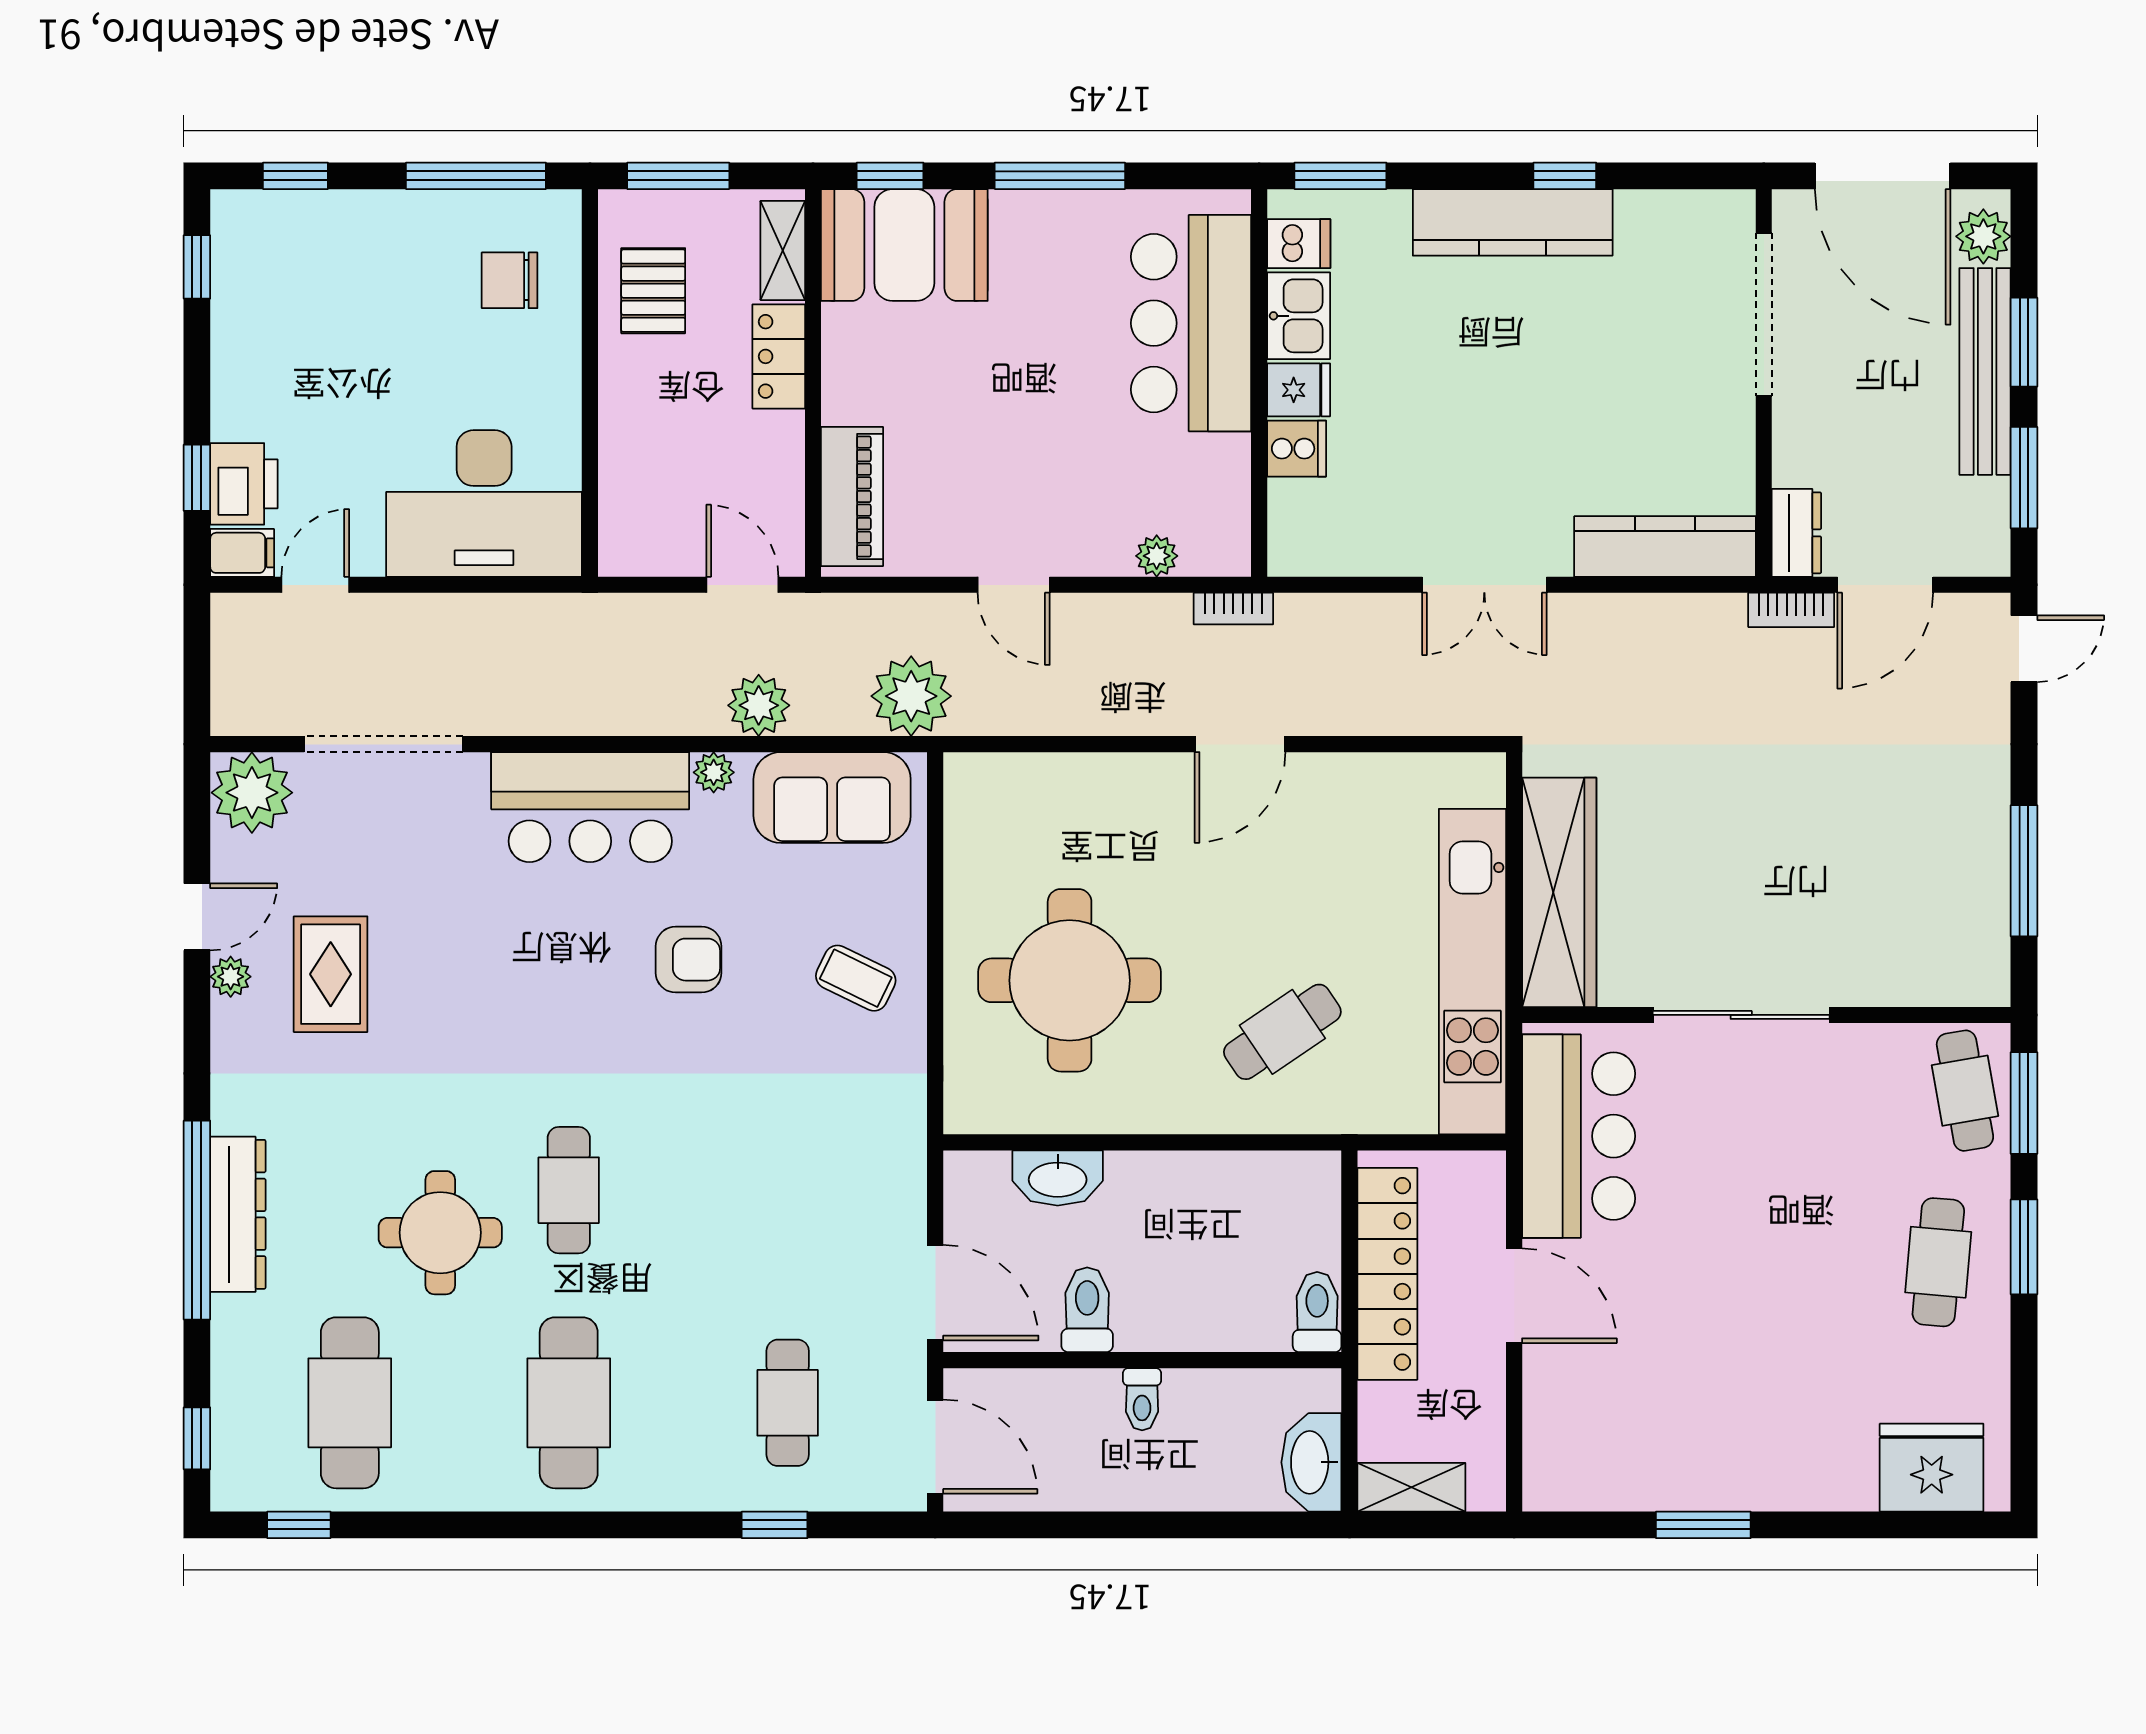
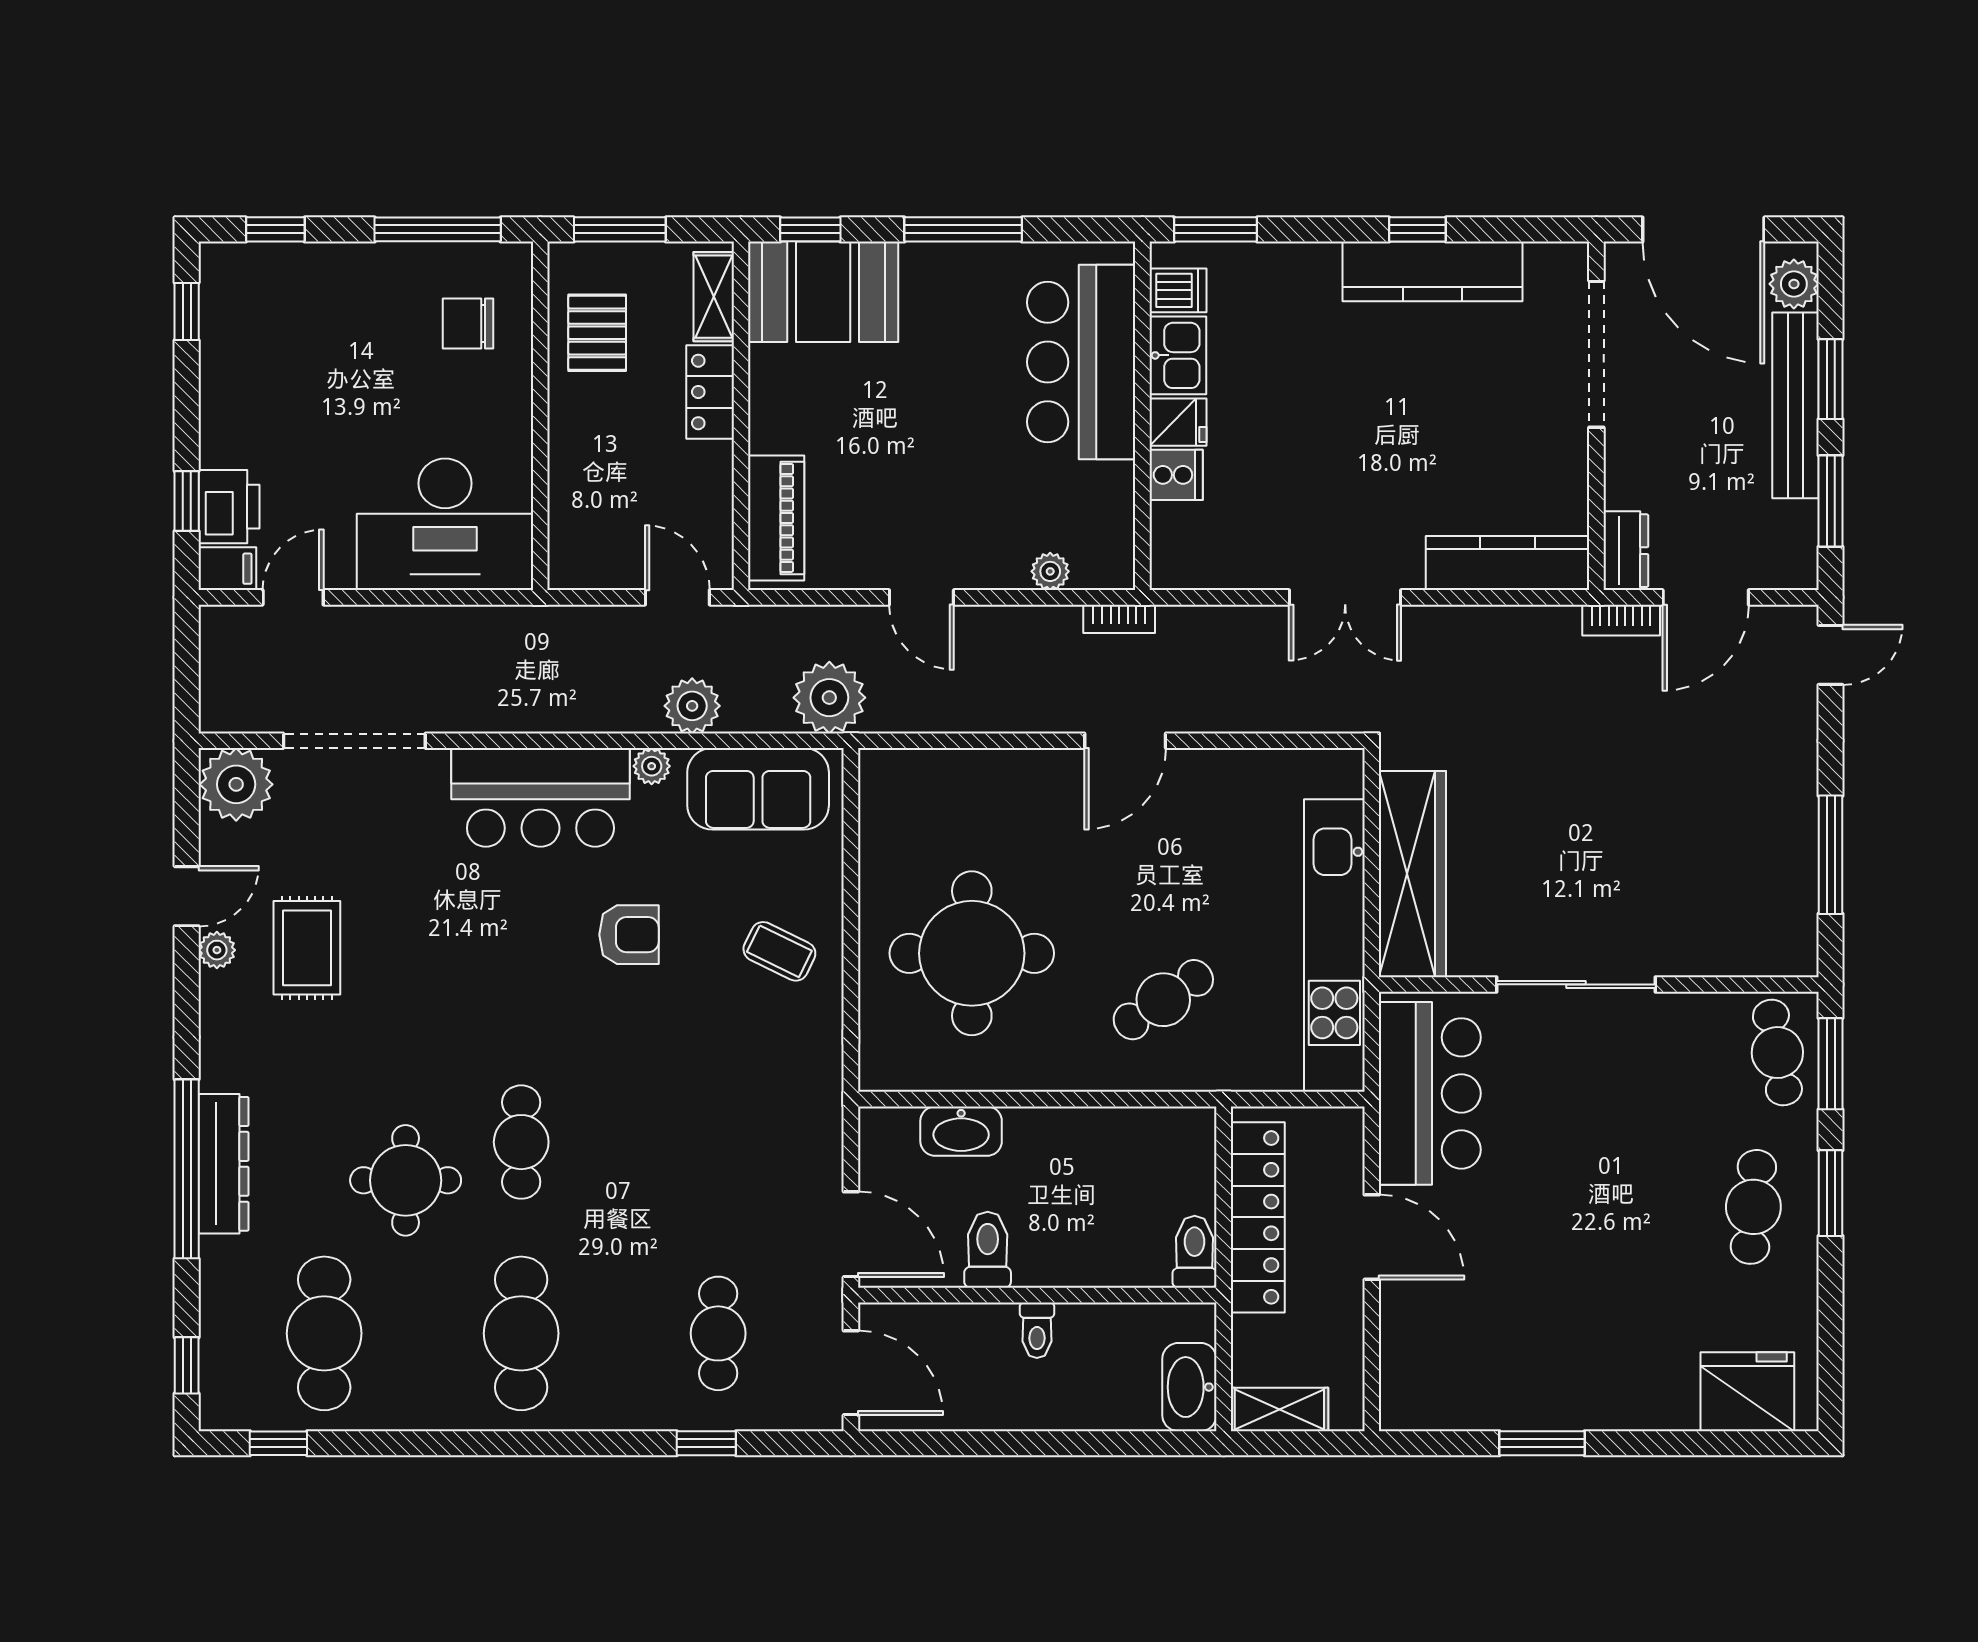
kitchen counter: (1513, 222) -> (1433, 271), moved

